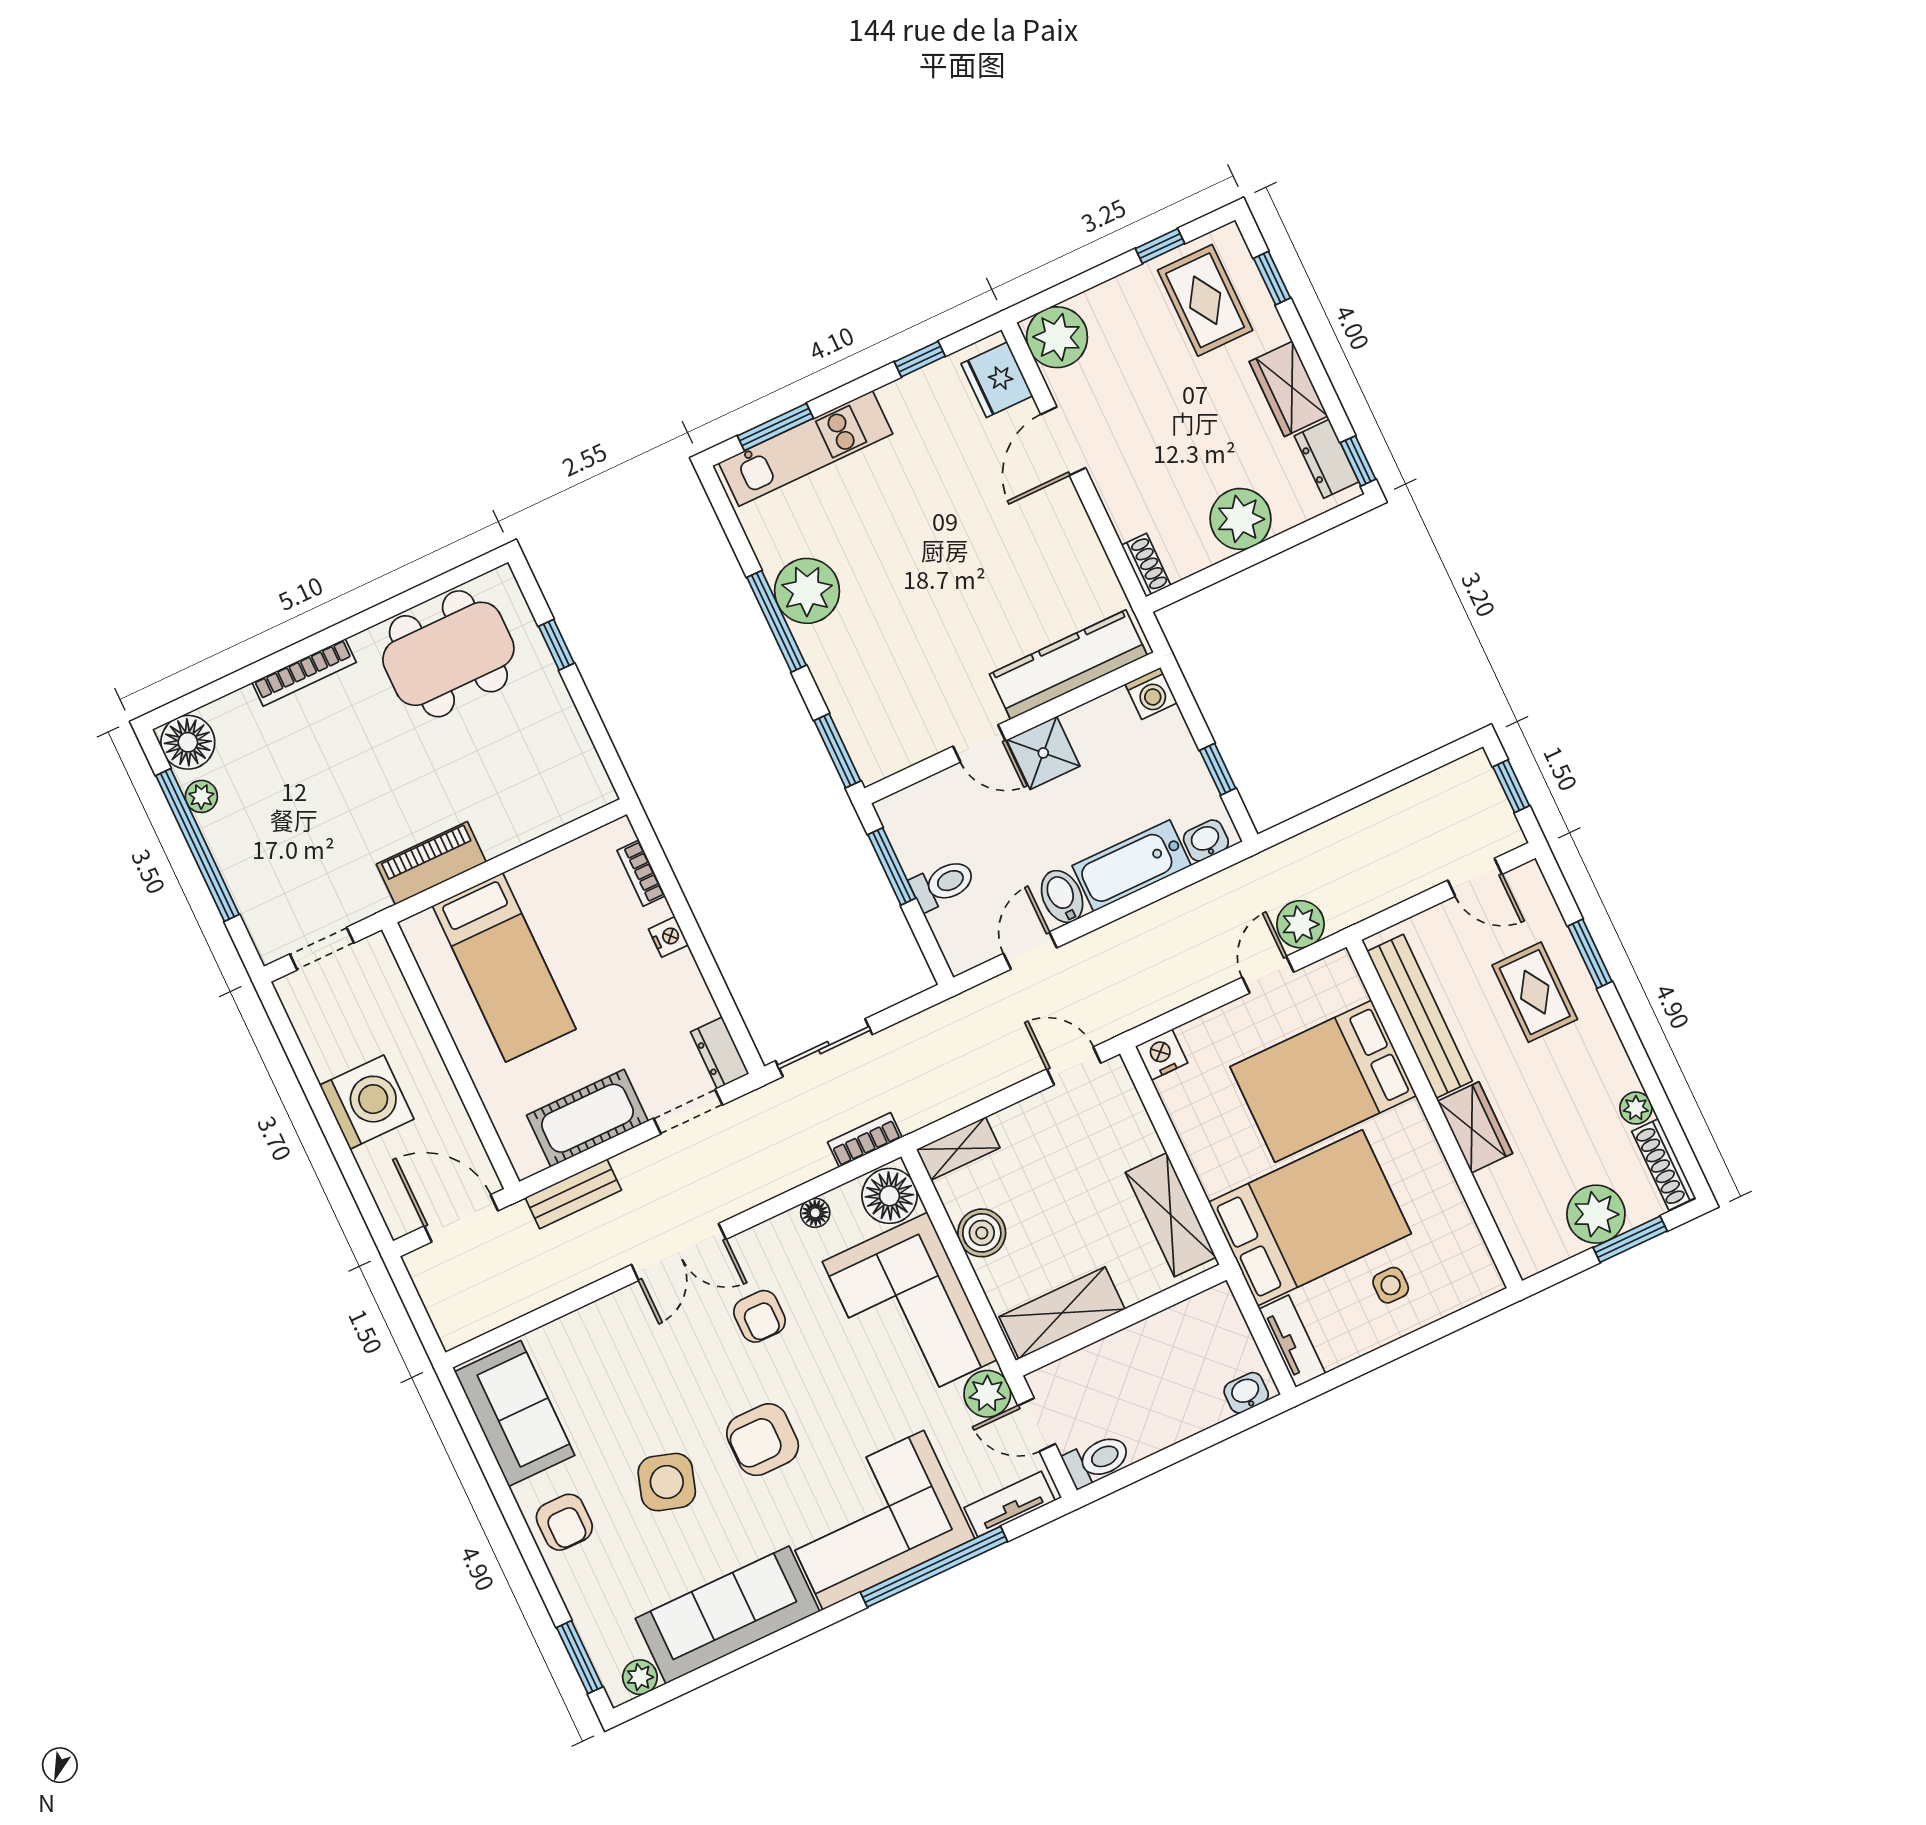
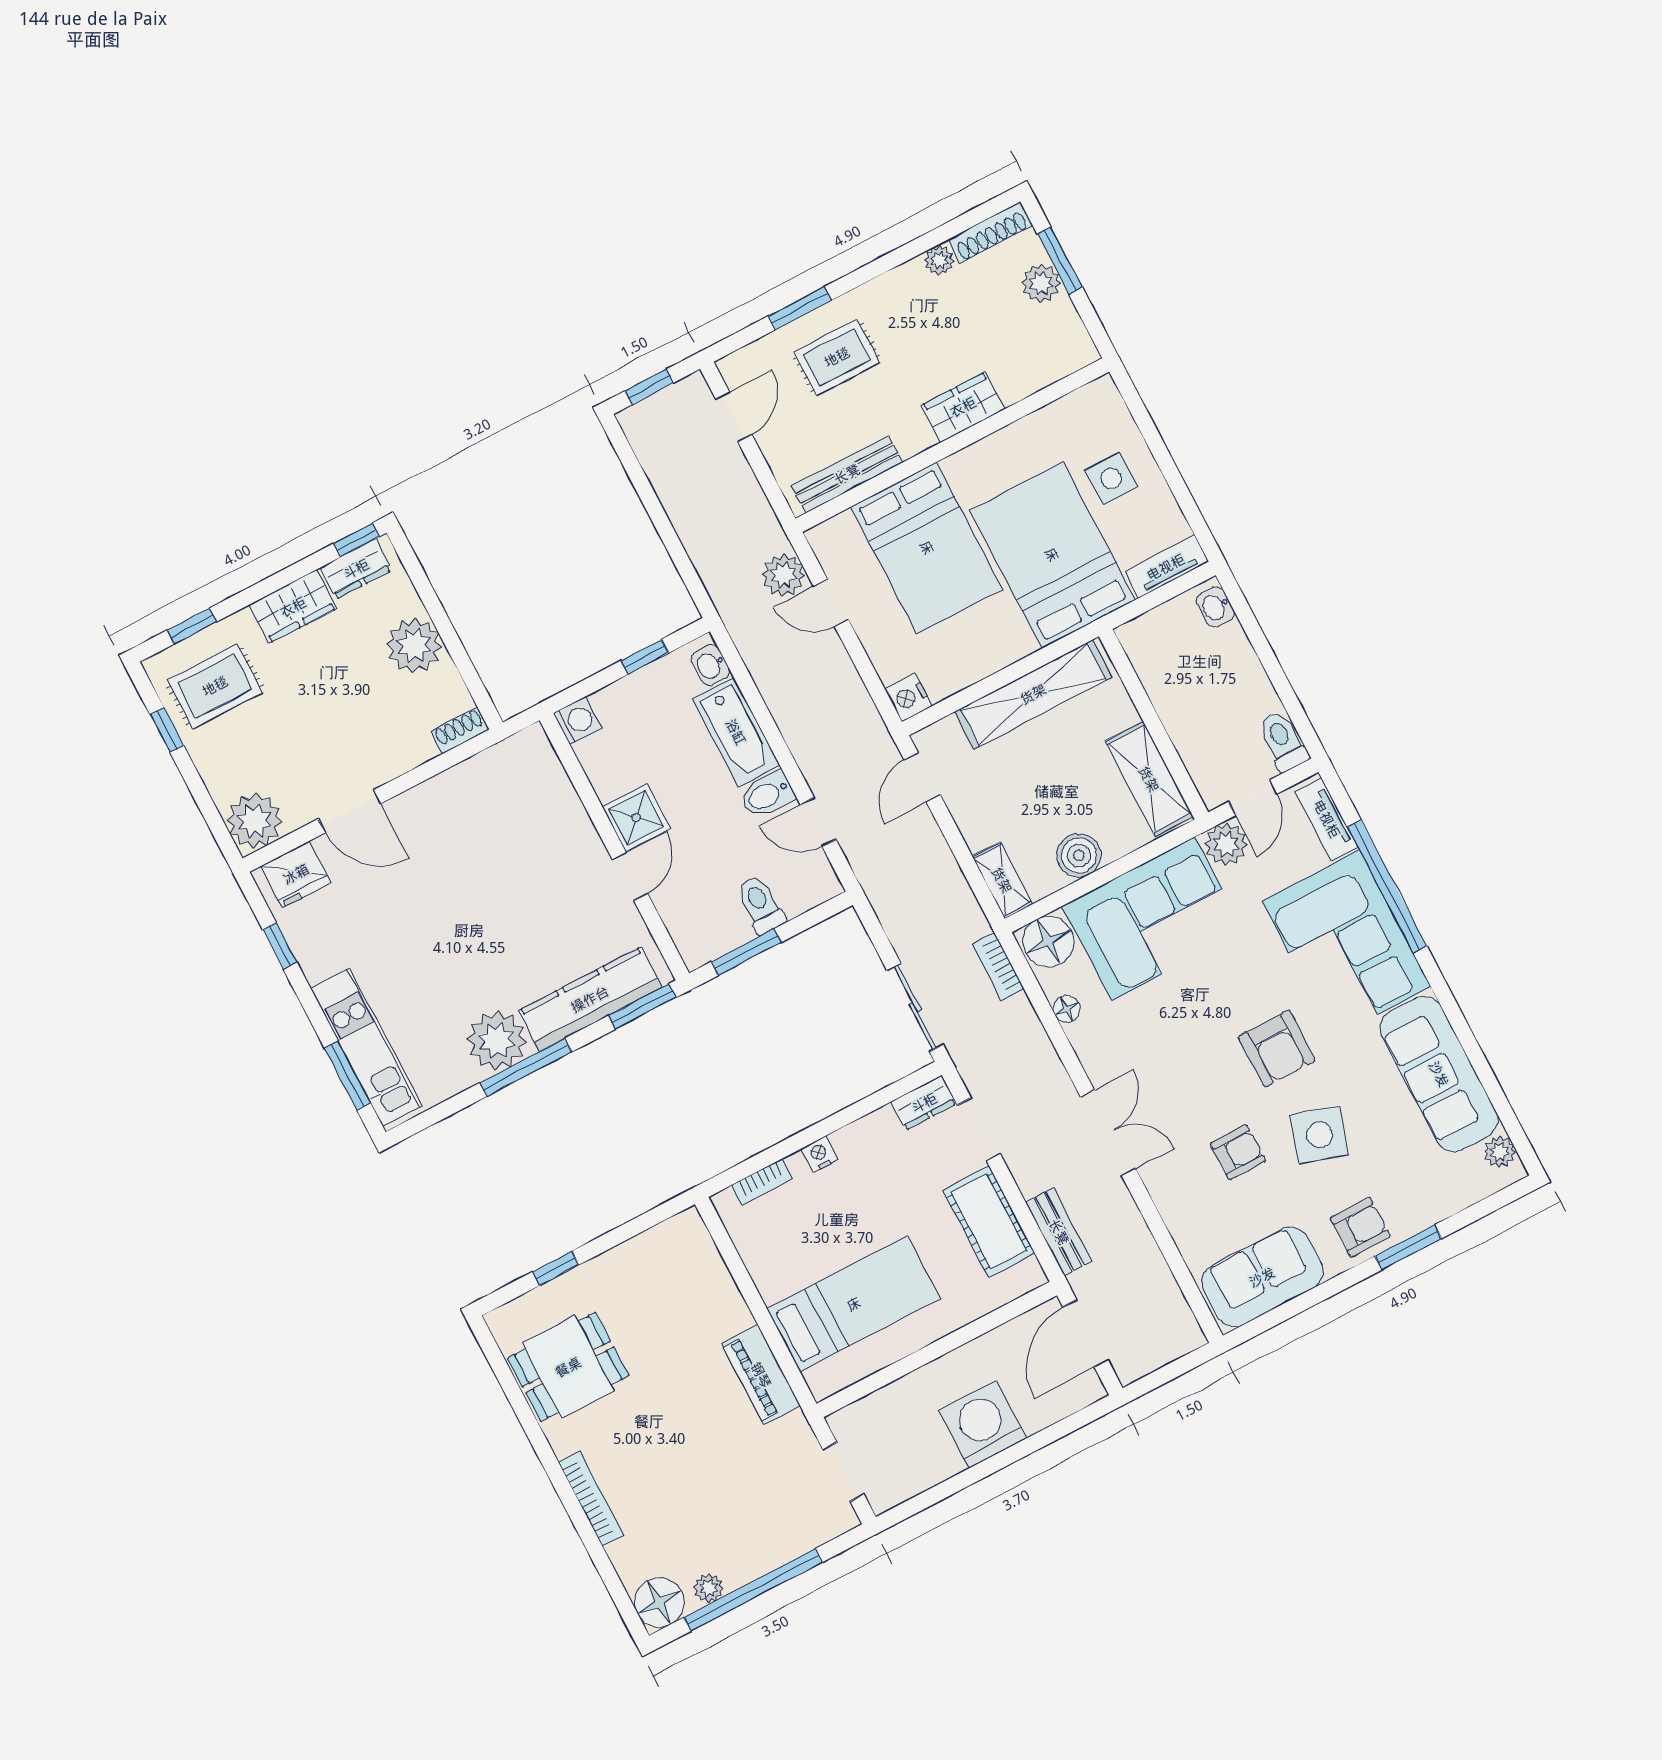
dining table: (448, 654) -> (568, 1367), width x0.73
kitchen counter: (1068, 665) -> (590, 999), moved, turned 90
bench: (1420, 1016) -> (847, 474), width x0.73, depth x0.82
plant: (1596, 1214) -> (1041, 283), width x0.73, depth x0.73
shelving: (1171, 1215) -> (1033, 694), width x1.47
side table: (1391, 1285) -> (1111, 478), width x1.37, depth x1.37
armchair: (760, 1316) -> (1238, 1152), moved
window: (580, 1657) -> (1408, 1247), moved

